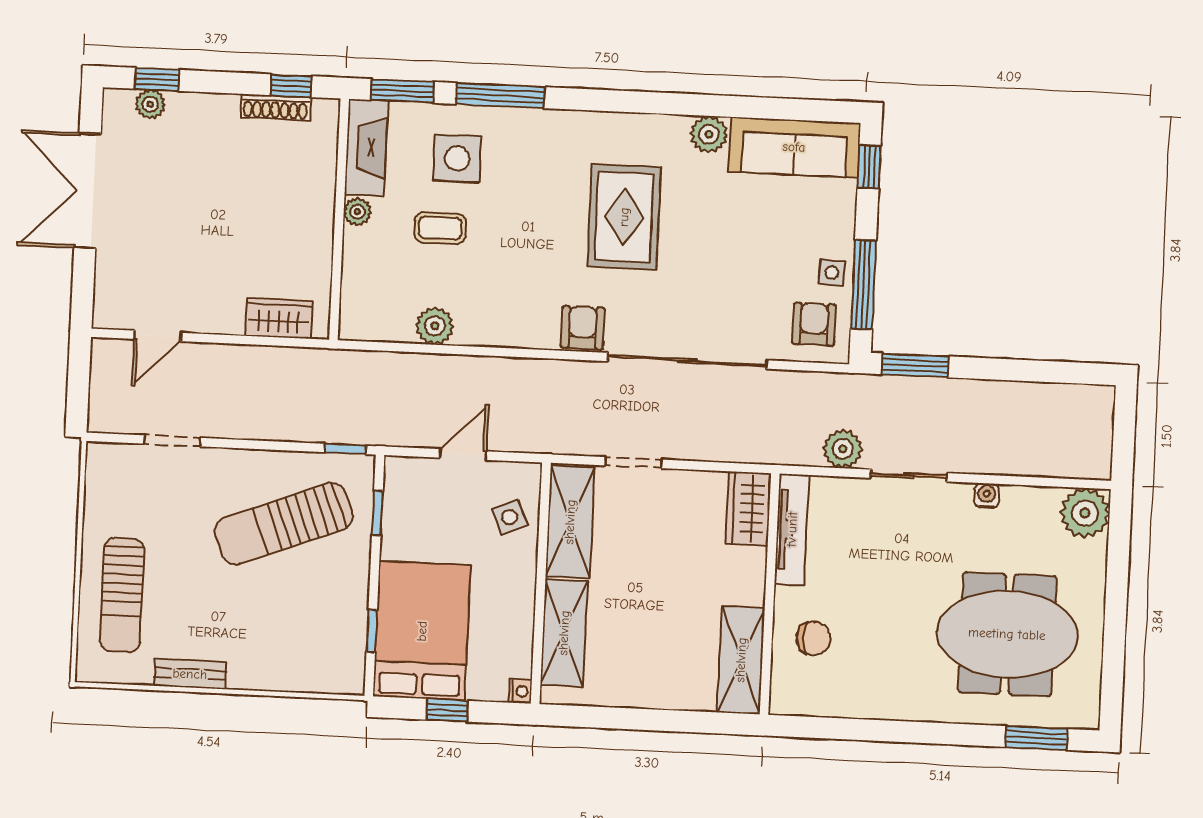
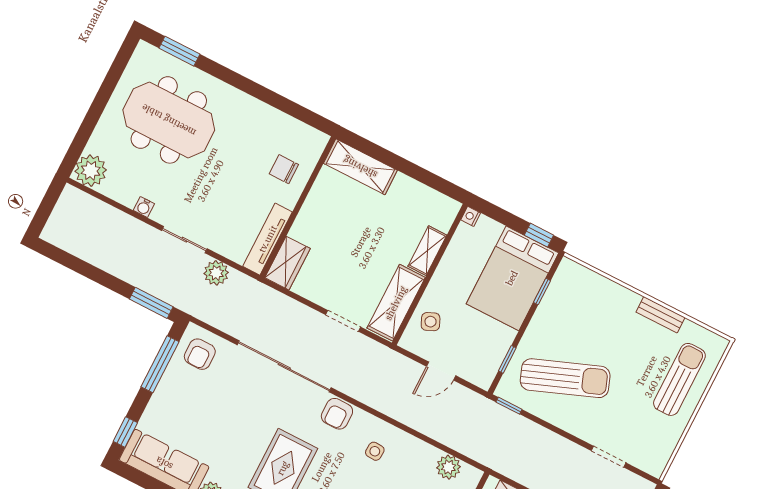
side table: (832, 273) -> (375, 451), moved
plant: (435, 326) -> (449, 467), moved
shelving: (564, 633) -> (427, 251), width x0.67, depth x0.75
shelving: (741, 660) -> (360, 167), moved, turned 90
window: (447, 710) -> (539, 235), moved

